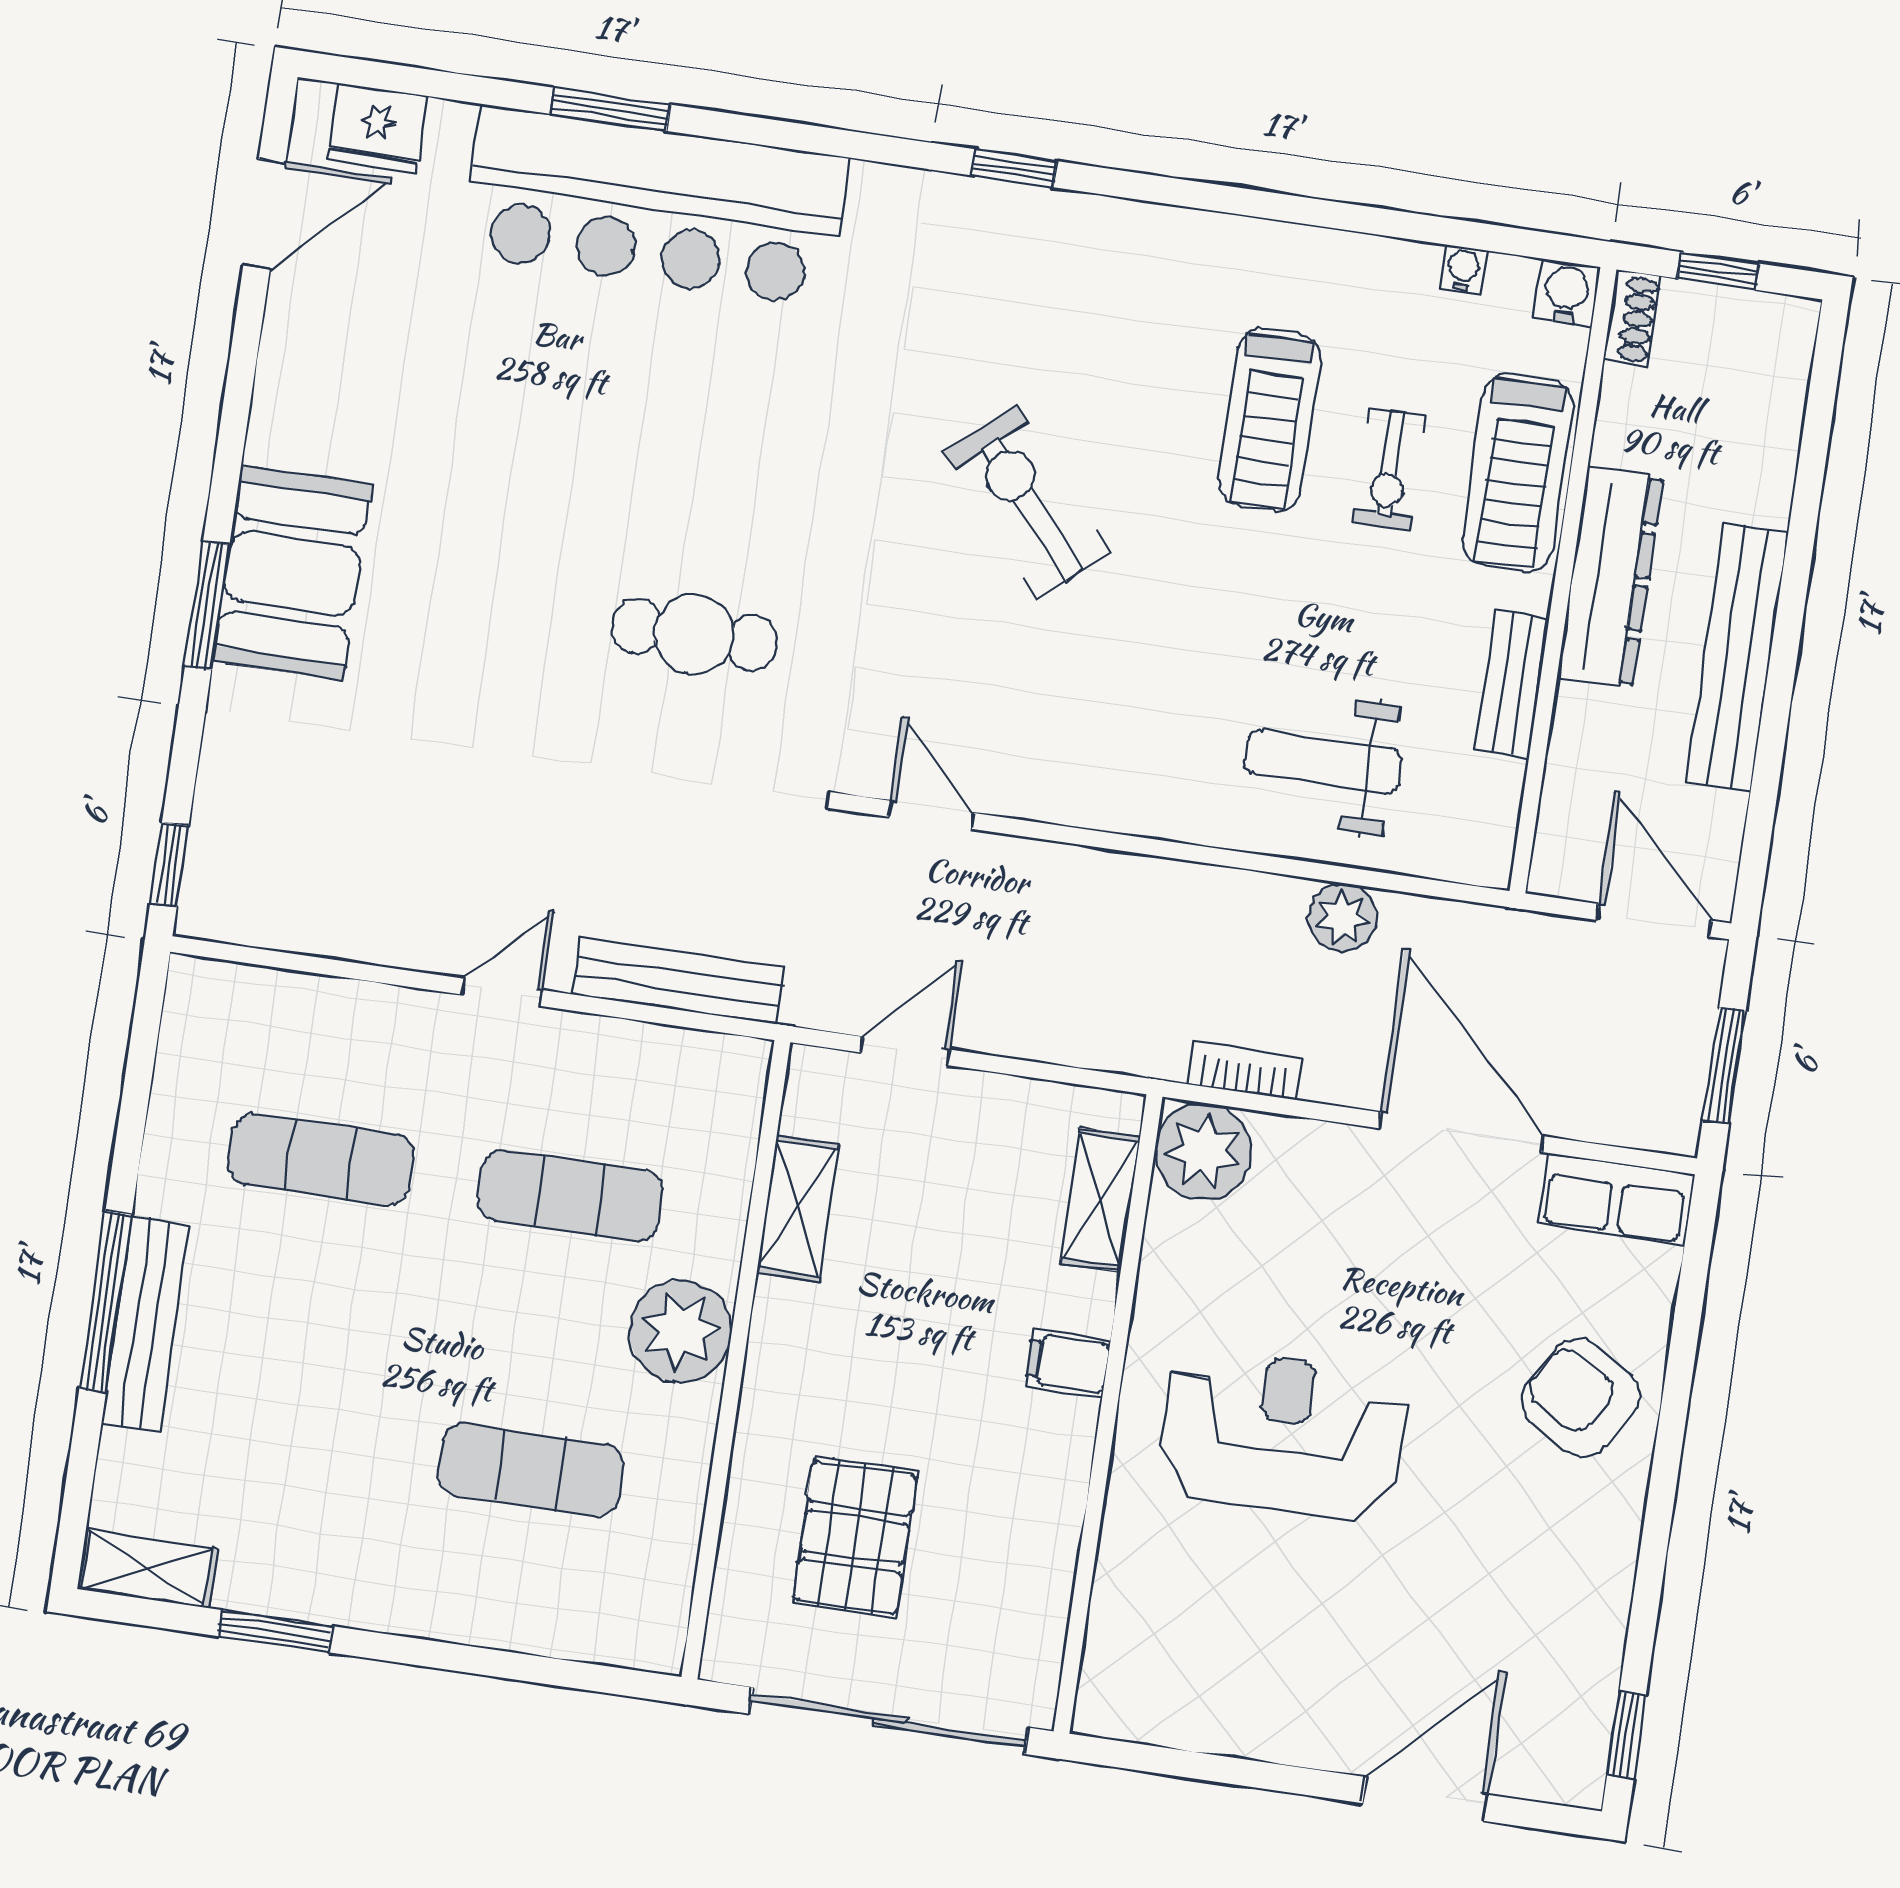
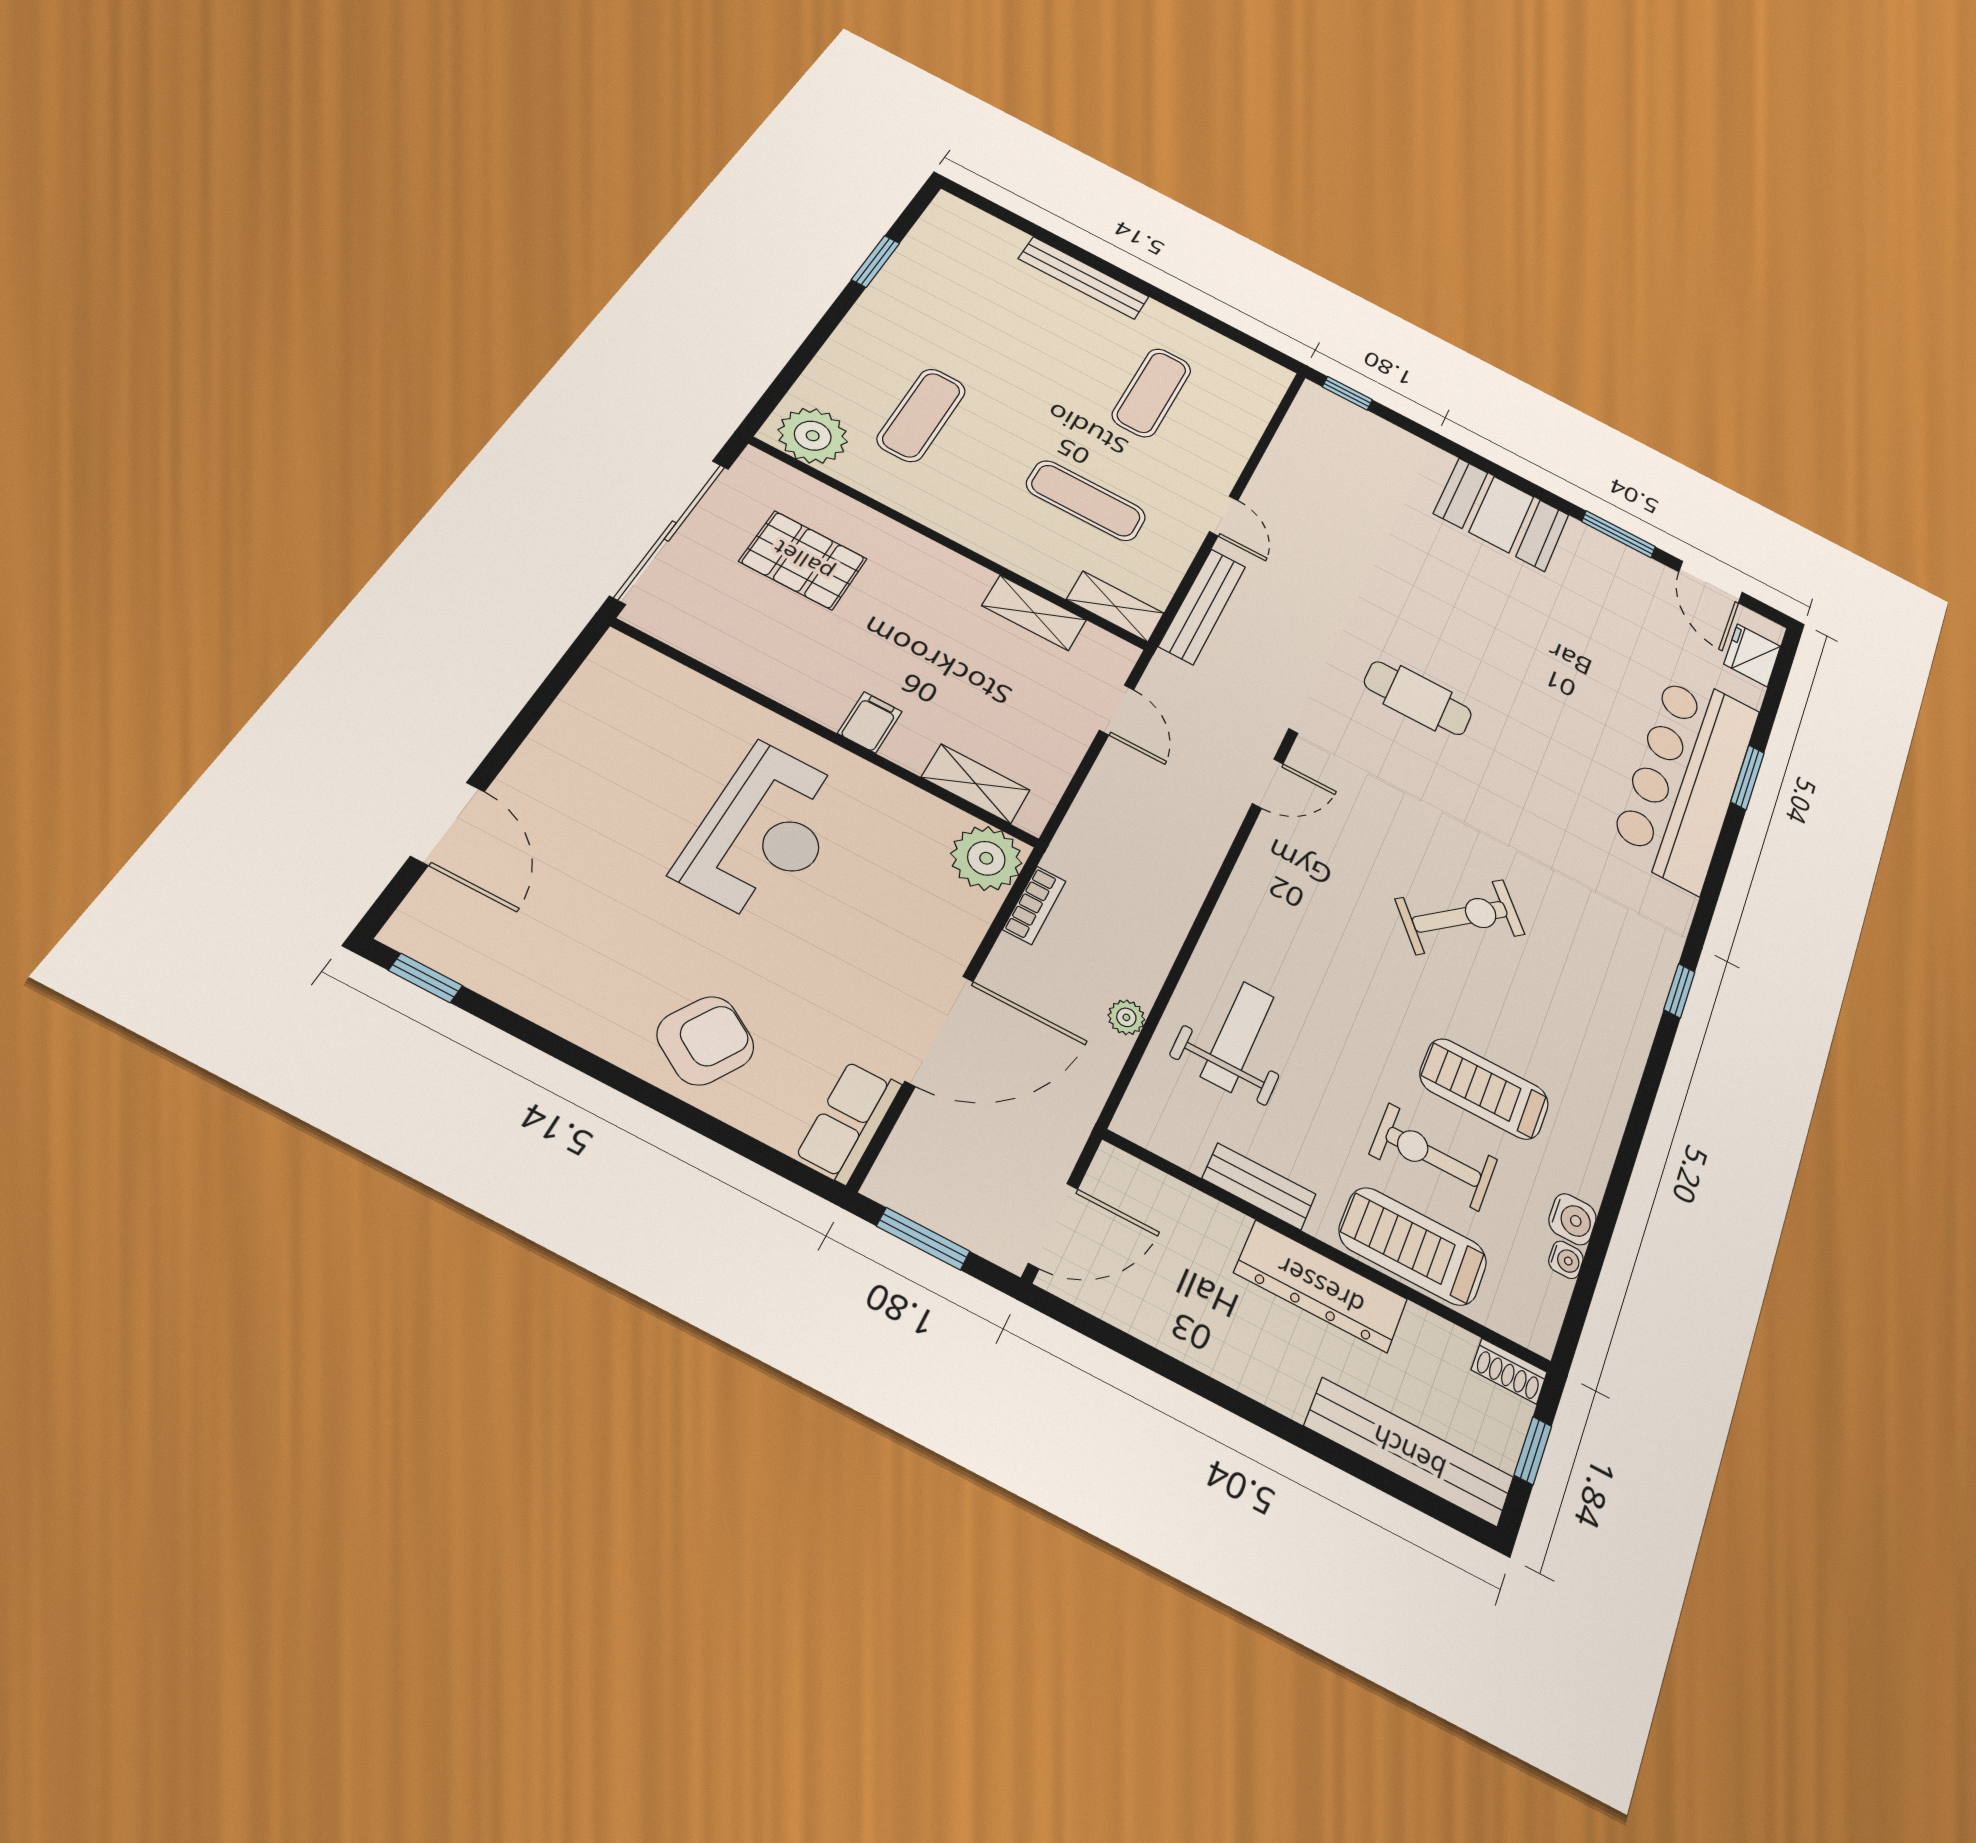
water cooler: (1567, 293) -> (1572, 1219), moved
exercise bike: (1390, 469) -> (1433, 1157), width x1.38, depth x1.39
window: (207, 606) -> (1618, 534), moved
cafe table: (694, 634) -> (1418, 698), turned 90
bench: (1737, 657) -> (1409, 1452), moved
plant: (1343, 917) -> (1126, 1017), width x0.73, depth x0.73
exercise mat: (570, 1196) -> (1086, 501), turned 90
window: (106, 1301) -> (1104, 267), removed
plant: (680, 1331) -> (813, 436), moved
shelving: (147, 1569) -> (1115, 606), moved, turned 90

